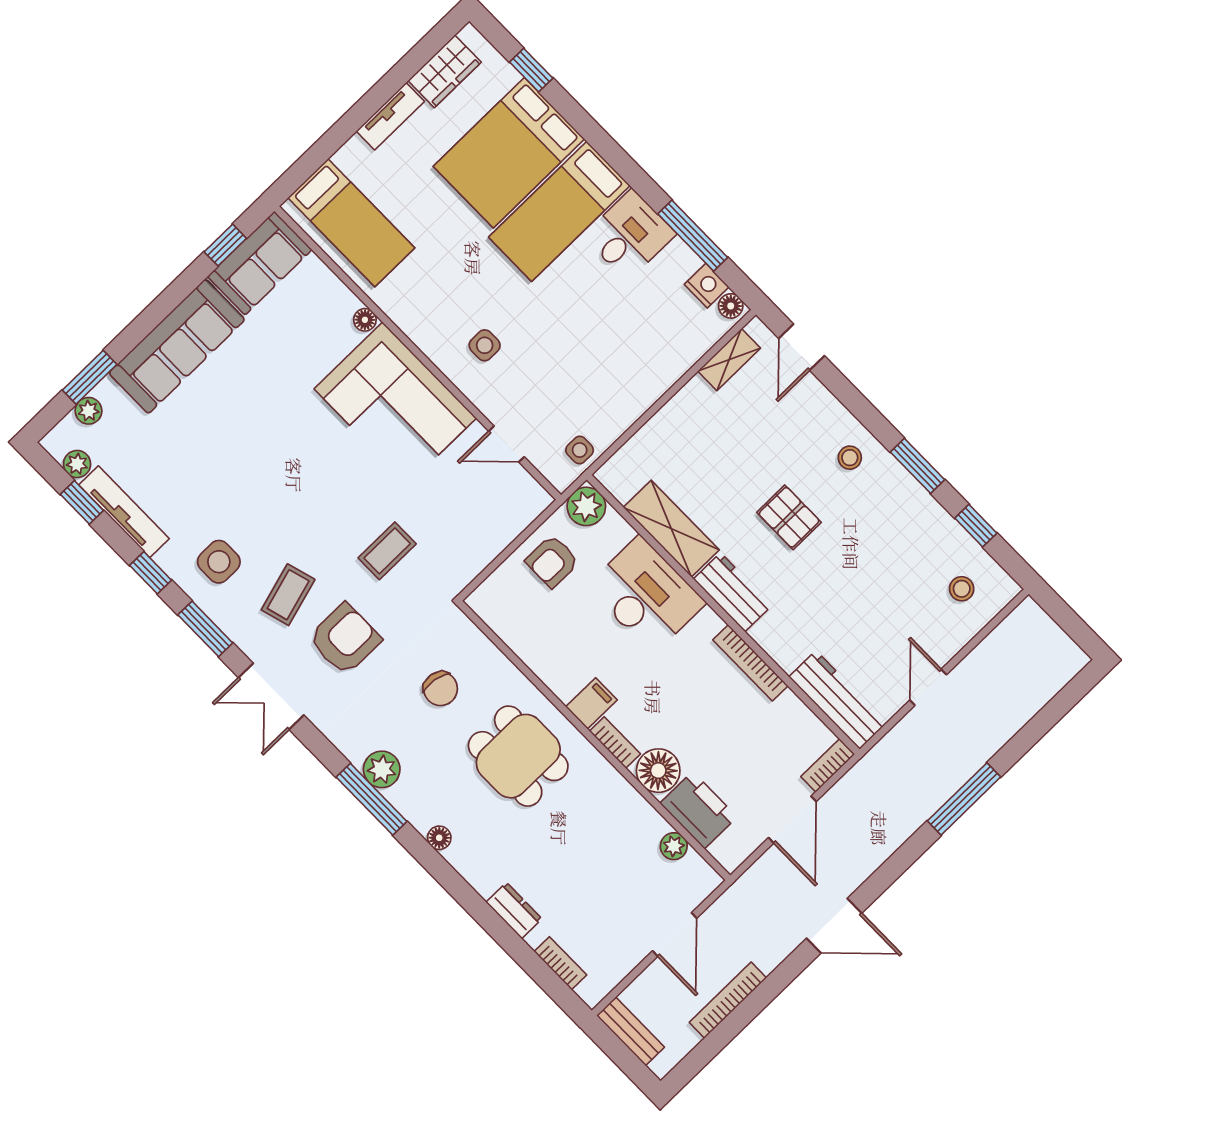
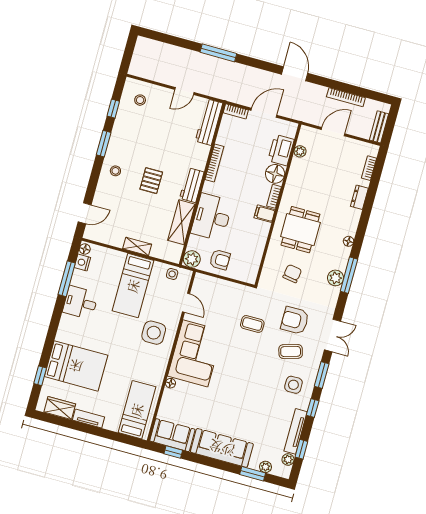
bed: (559, 211) -> (133, 286), moved, turned 90
side table: (485, 345) -> (154, 333), width x1.87, depth x1.87
shelving: (729, 360) -> (137, 246), moved

